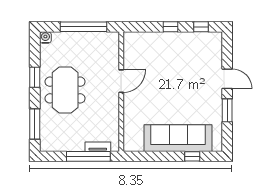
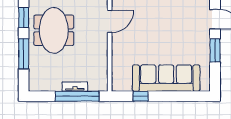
window: (35, 124) -> (24, 54), moved
tv unit: (98, 147) -> (75, 87), moved
window: (192, 156) -> (141, 96), moved

